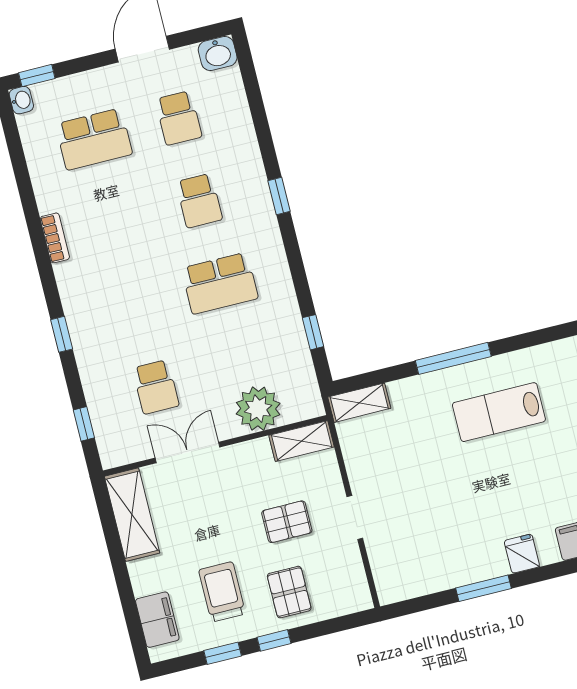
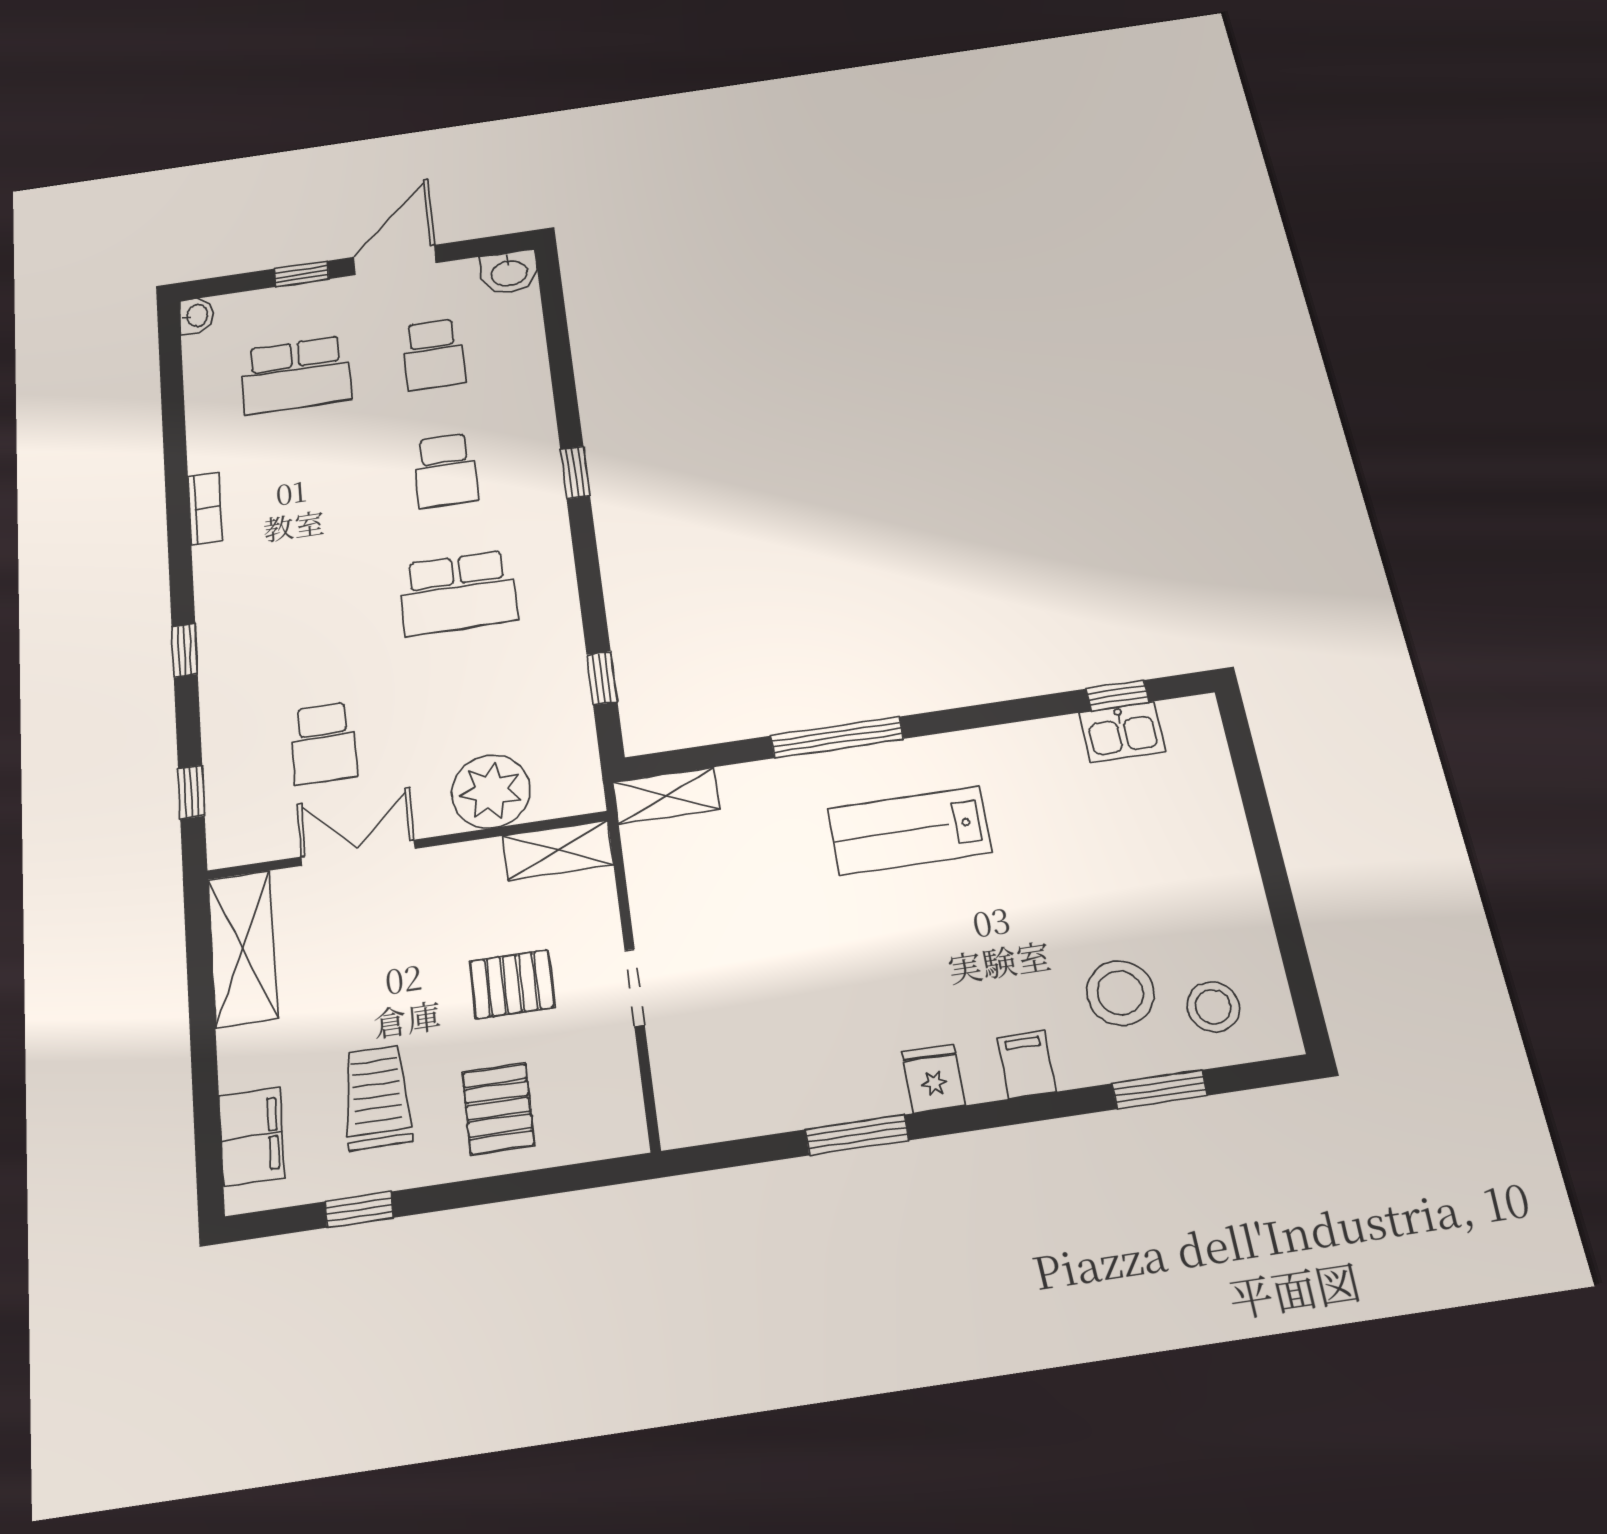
window: (37, 76) -> (302, 274), moved
window: (274, 640) -> (457, 1195), removed

